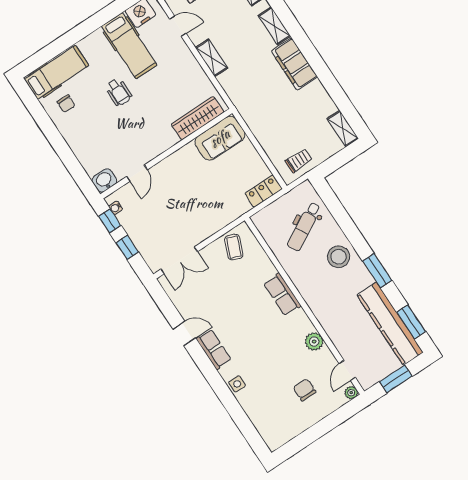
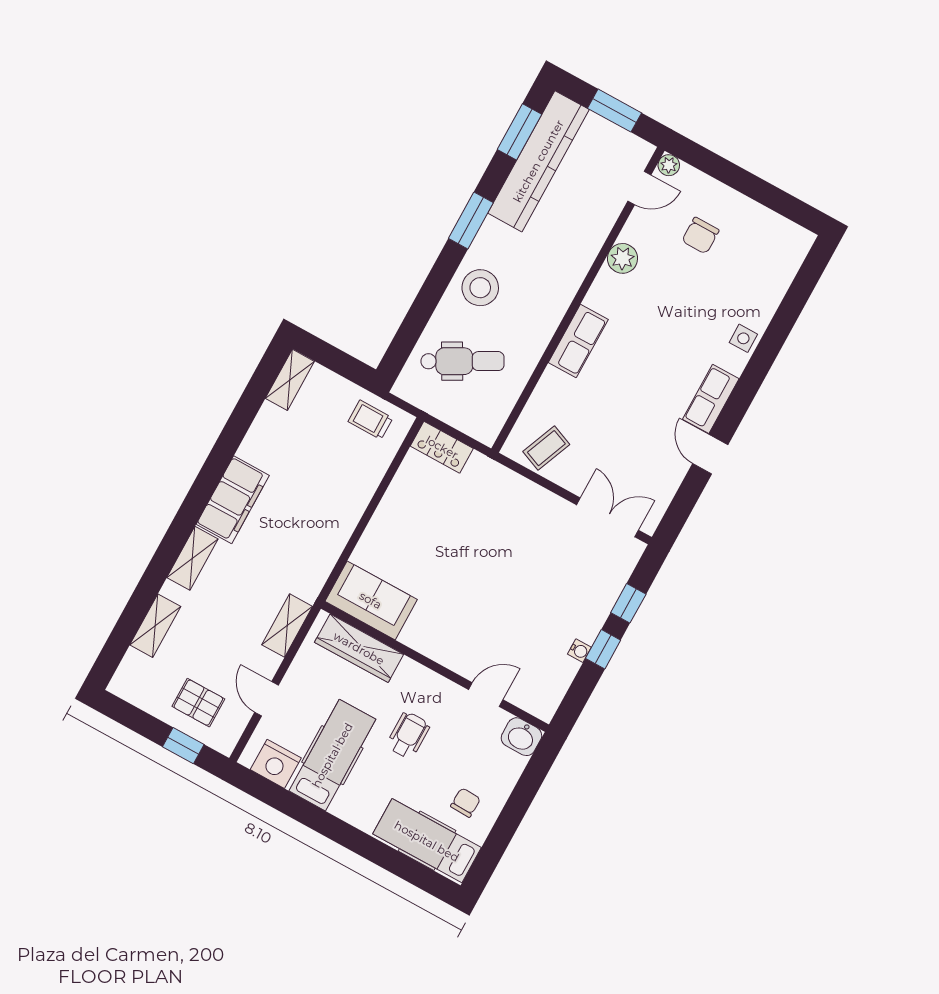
wardrobe: (198, 118) -> (359, 648), moved
sofa: (220, 138) -> (371, 600), moved
wall: (166, 154) -> (435, 667), moved
door: (137, 173) -> (486, 695), moved
washbasin: (104, 180) -> (521, 737), moved

